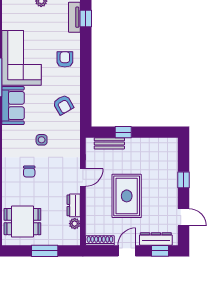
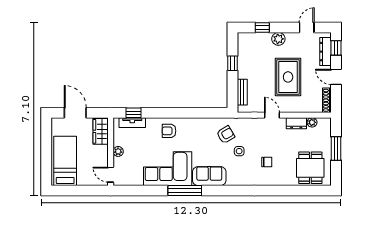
armchair: (63, 105) -> (226, 135), moved
window: (123, 132) -> (232, 63), moved
window: (184, 180) -> (262, 27), moved
plant: (170, 185) -> (278, 39), added
rug: (127, 196) -> (288, 77), turned 90

